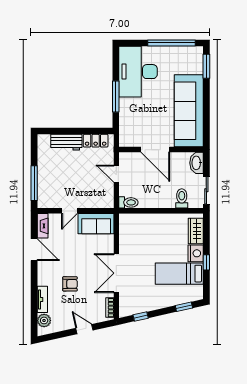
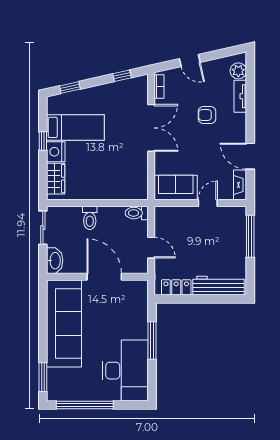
workbench: (66, 142) -> (218, 286), width x1.38
toilet: (182, 198) -> (90, 218), moved

